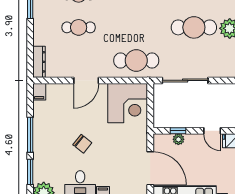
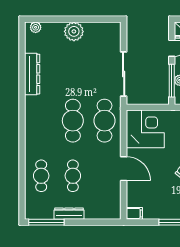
cafe table: (194, 27) -> (73, 121), moved
dresser: (39, 62) -> (69, 214), moved
window: (178, 131) -> (172, 81), width x2.17

